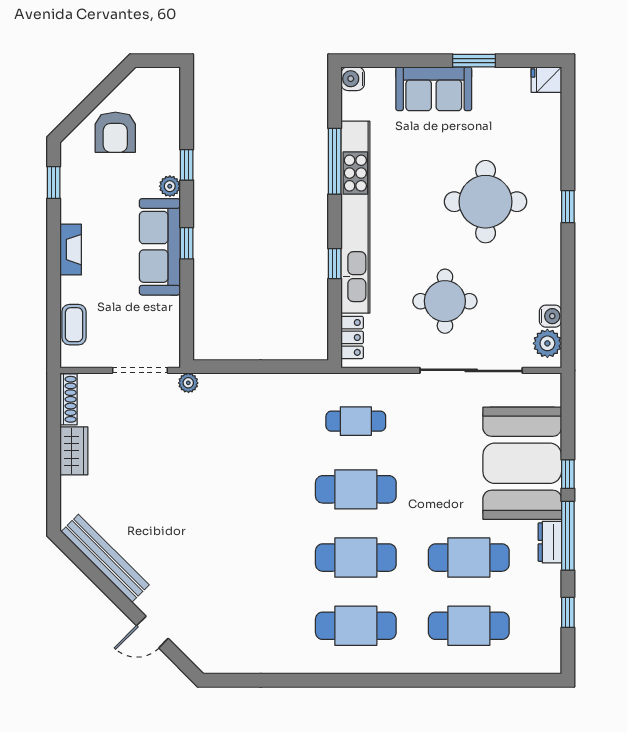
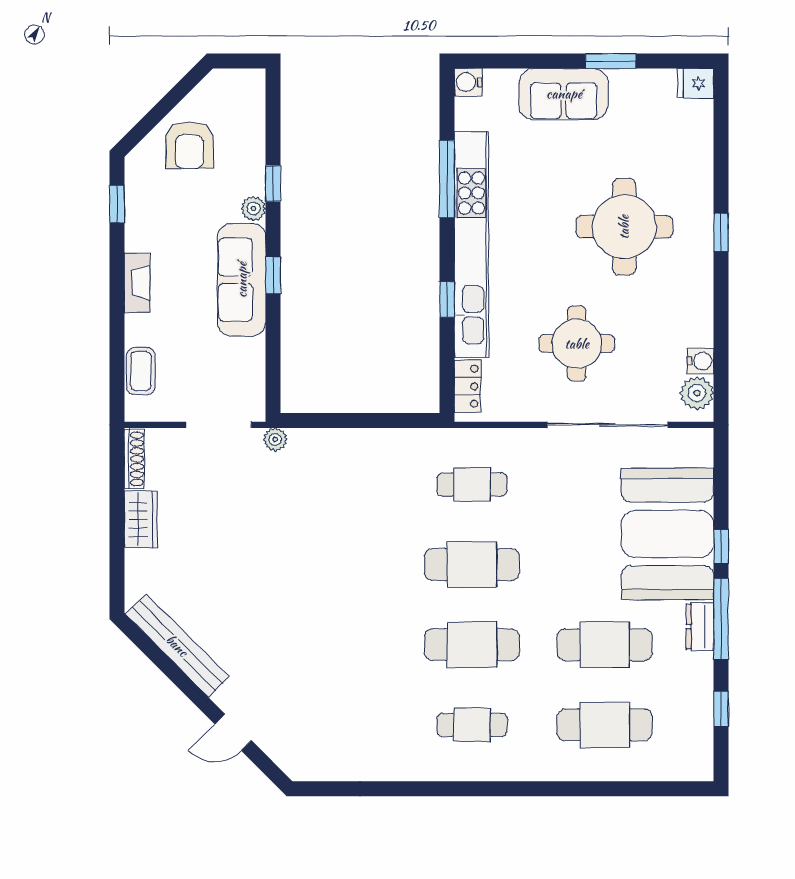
cafe table: (356, 626) -> (472, 725), width x0.73, depth x0.74

